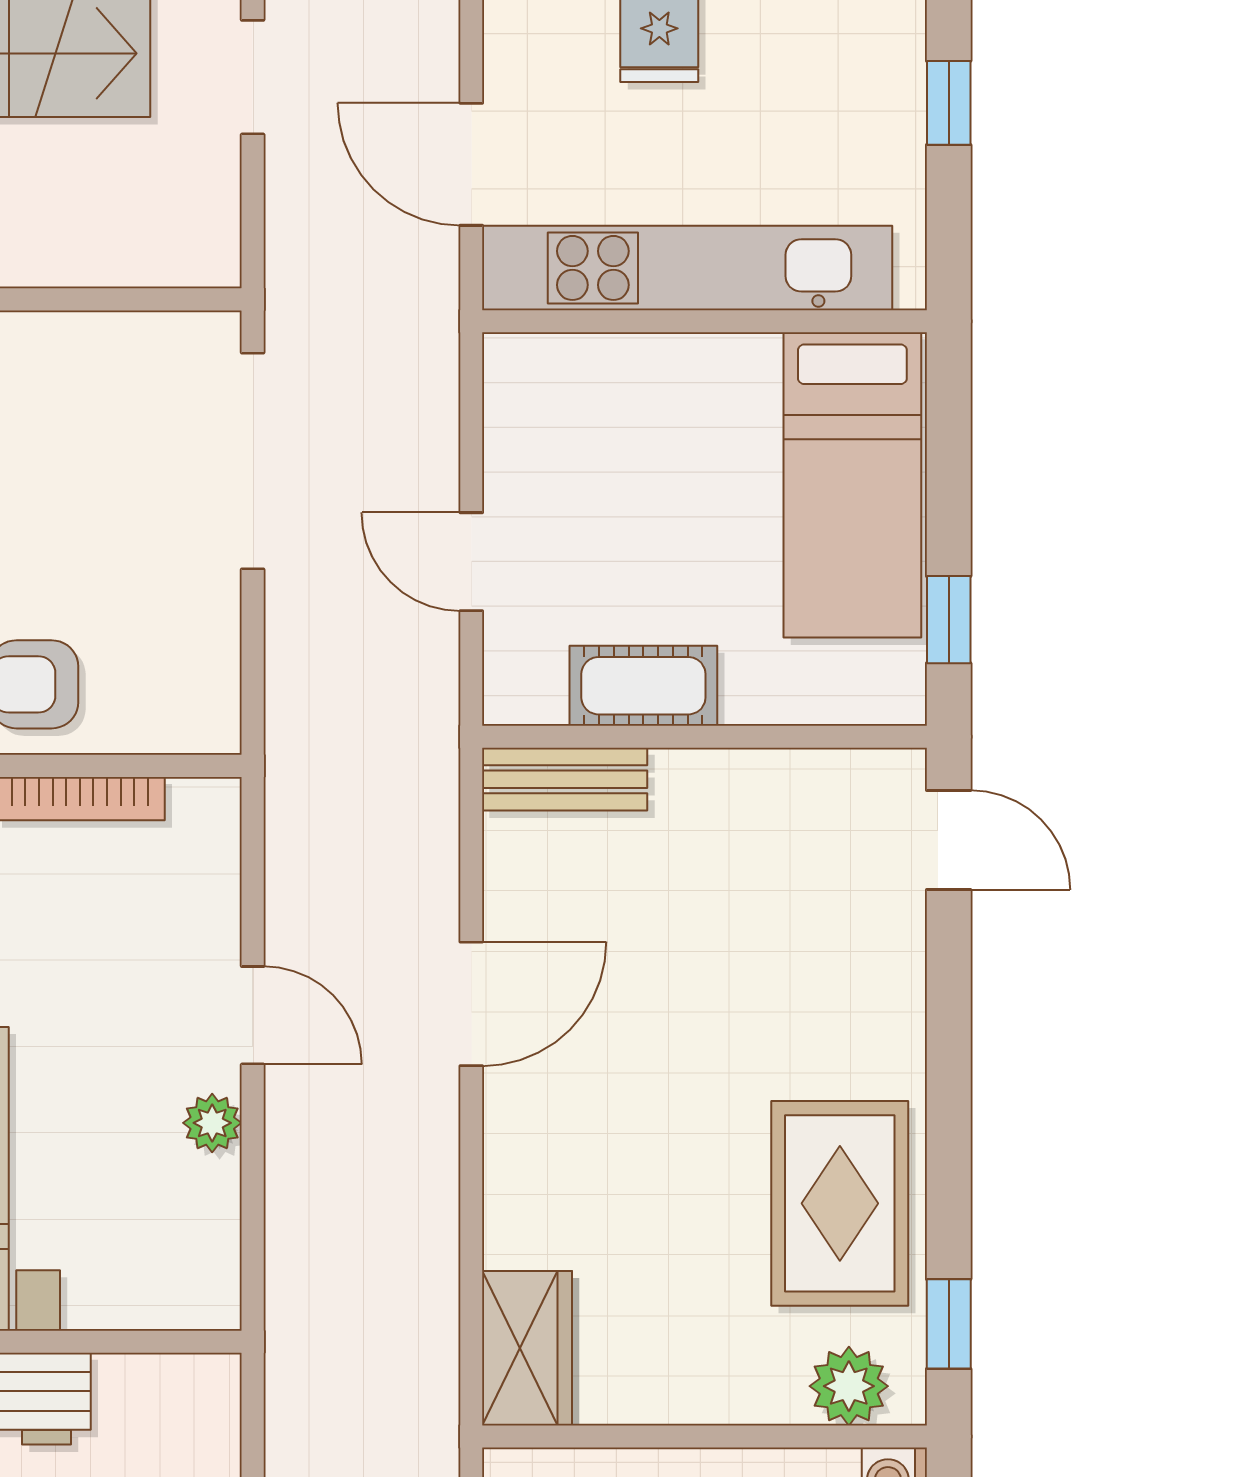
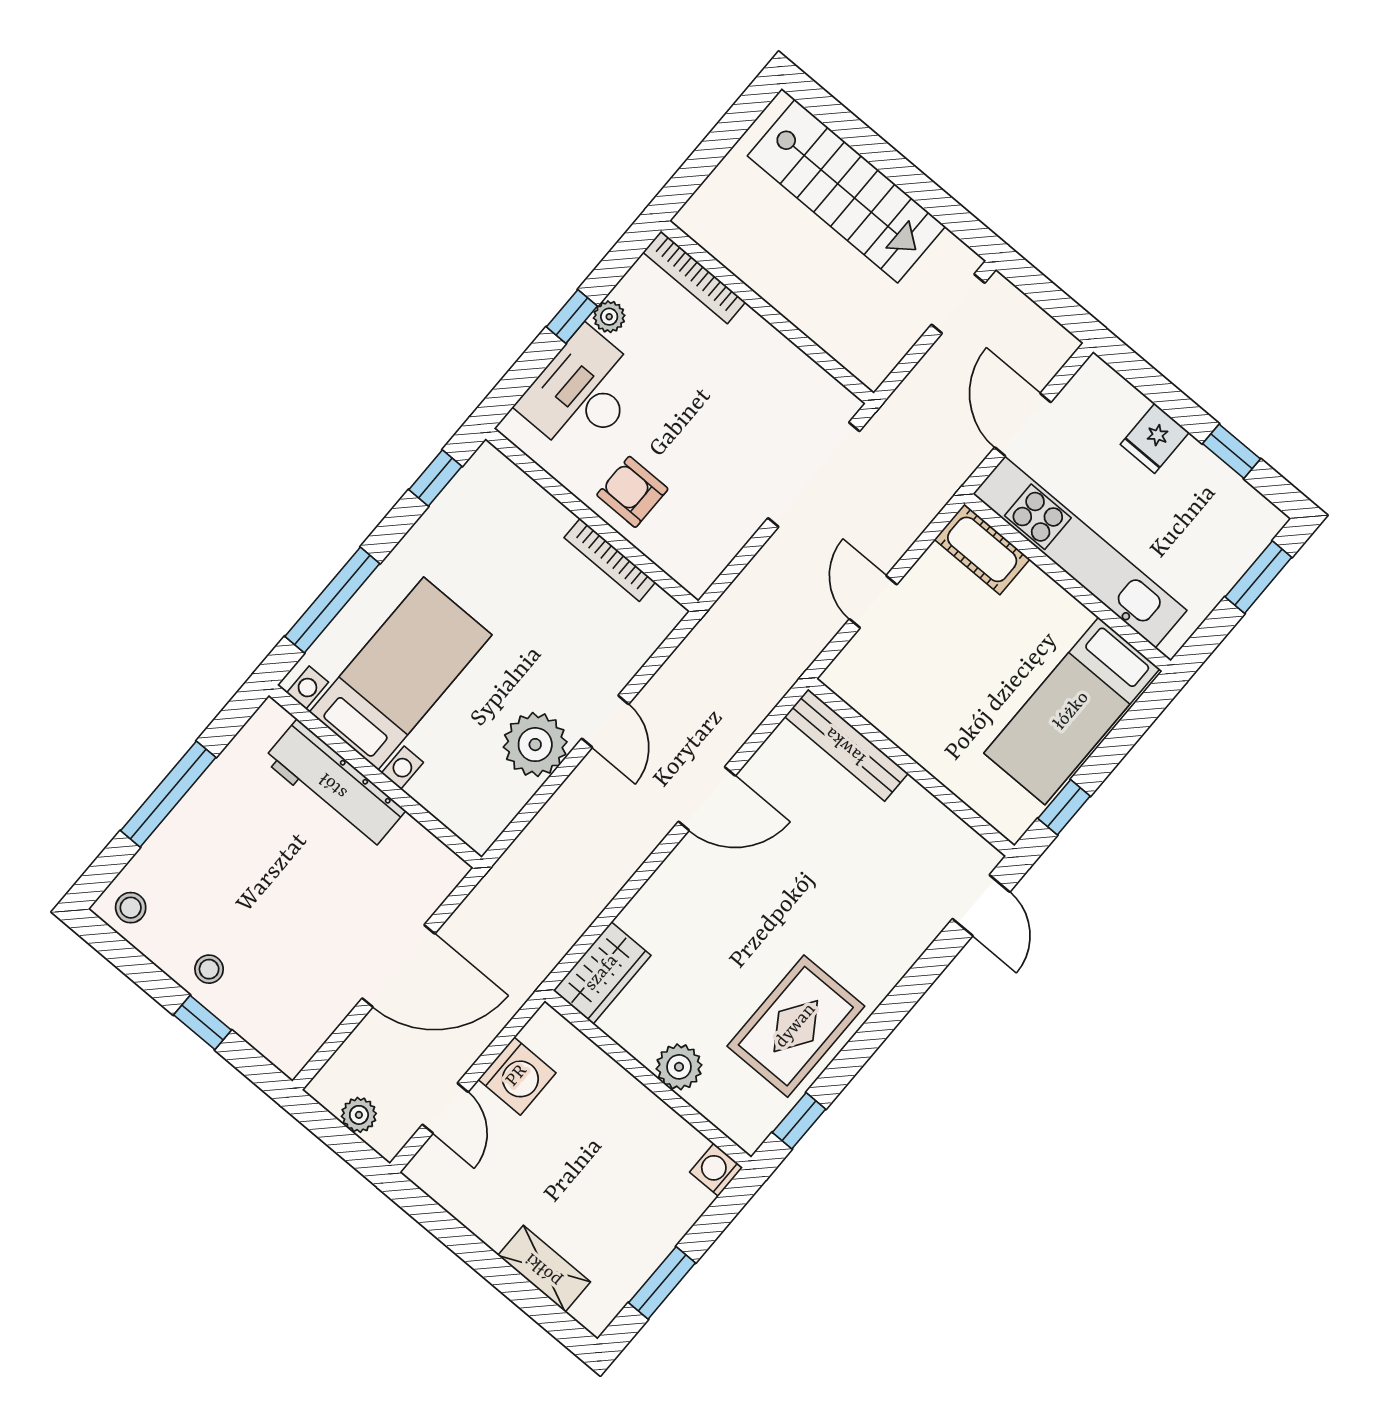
window: (949, 103) -> (1258, 577), width x1.50
cot: (643, 686) -> (982, 549), moved
bench: (565, 779) -> (846, 745), width x1.36
plant: (212, 1123) -> (535, 745), width x1.88, depth x1.88
plant: (849, 1386) -> (679, 1067), moved

